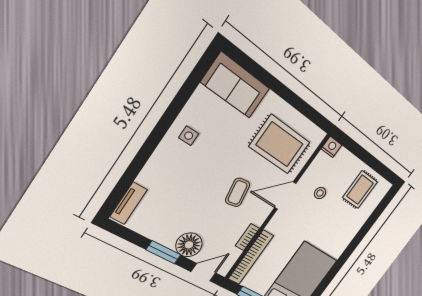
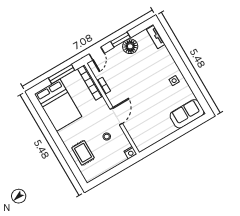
rug: (280, 144) -> (147, 124), removed
rug: (360, 190) -> (83, 153), moved
coffee table: (238, 192) -> (132, 91), removed
floor lamp: (189, 245) -> (130, 46), moved

